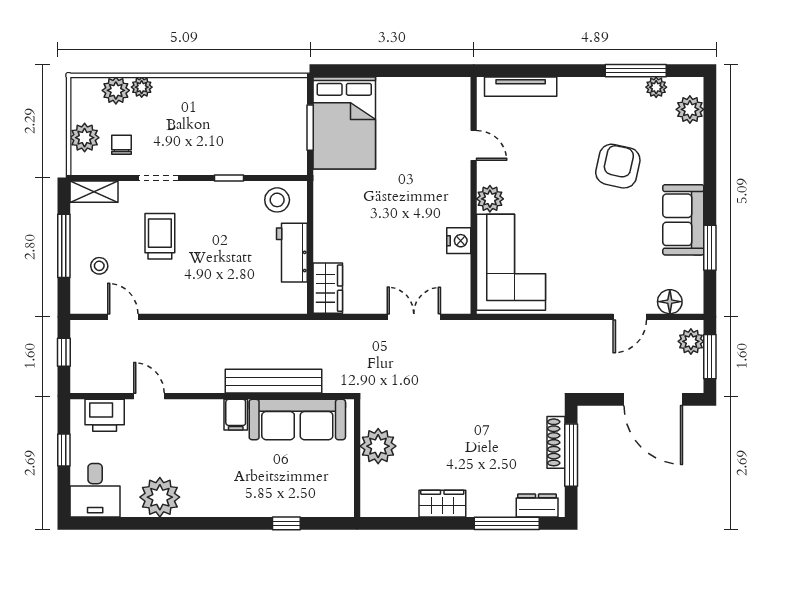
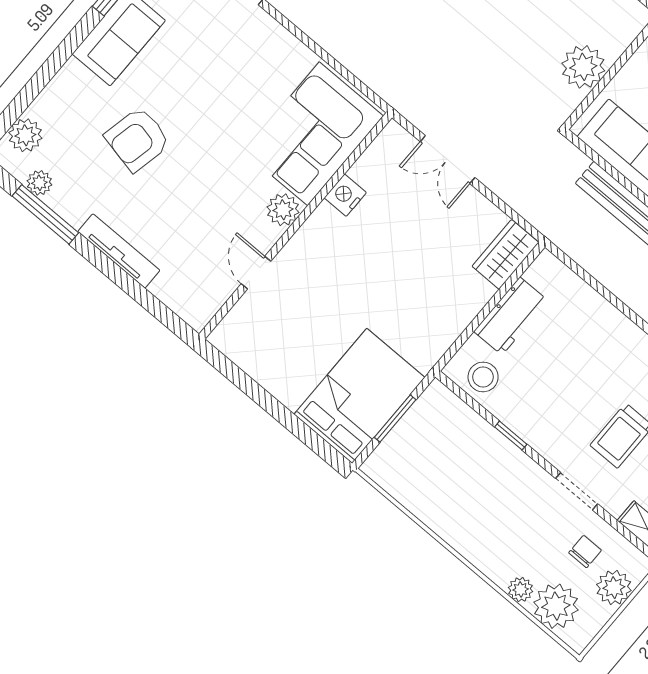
tv unit: (521, 87) -> (119, 251), moved
plant: (116, 90) -> (556, 606), width x1.36, depth x1.36
chair: (122, 145) -> (585, 552), turned 180

